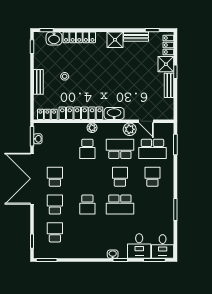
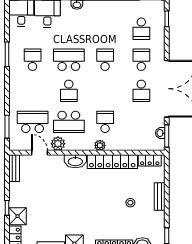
bench: (169, 85) -> (14, 168), moved
school desk: (152, 177) -> (33, 60), moved, turned 180
school desk: (55, 205) -> (141, 60), turned 180

